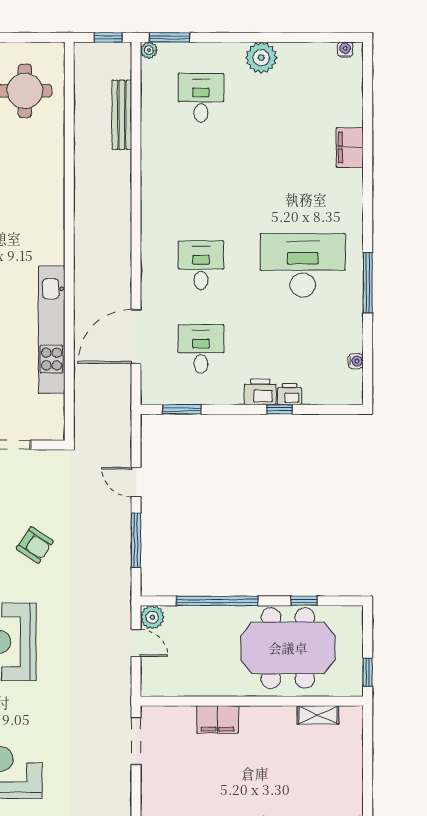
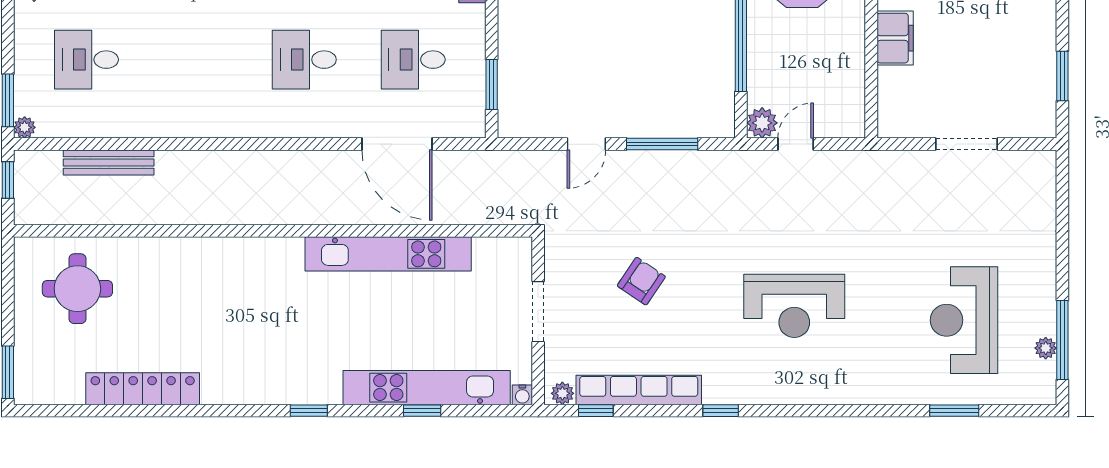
armchair: (35, 545) -> (641, 281), moved
doorway: (136, 741) -> (967, 144), moved

